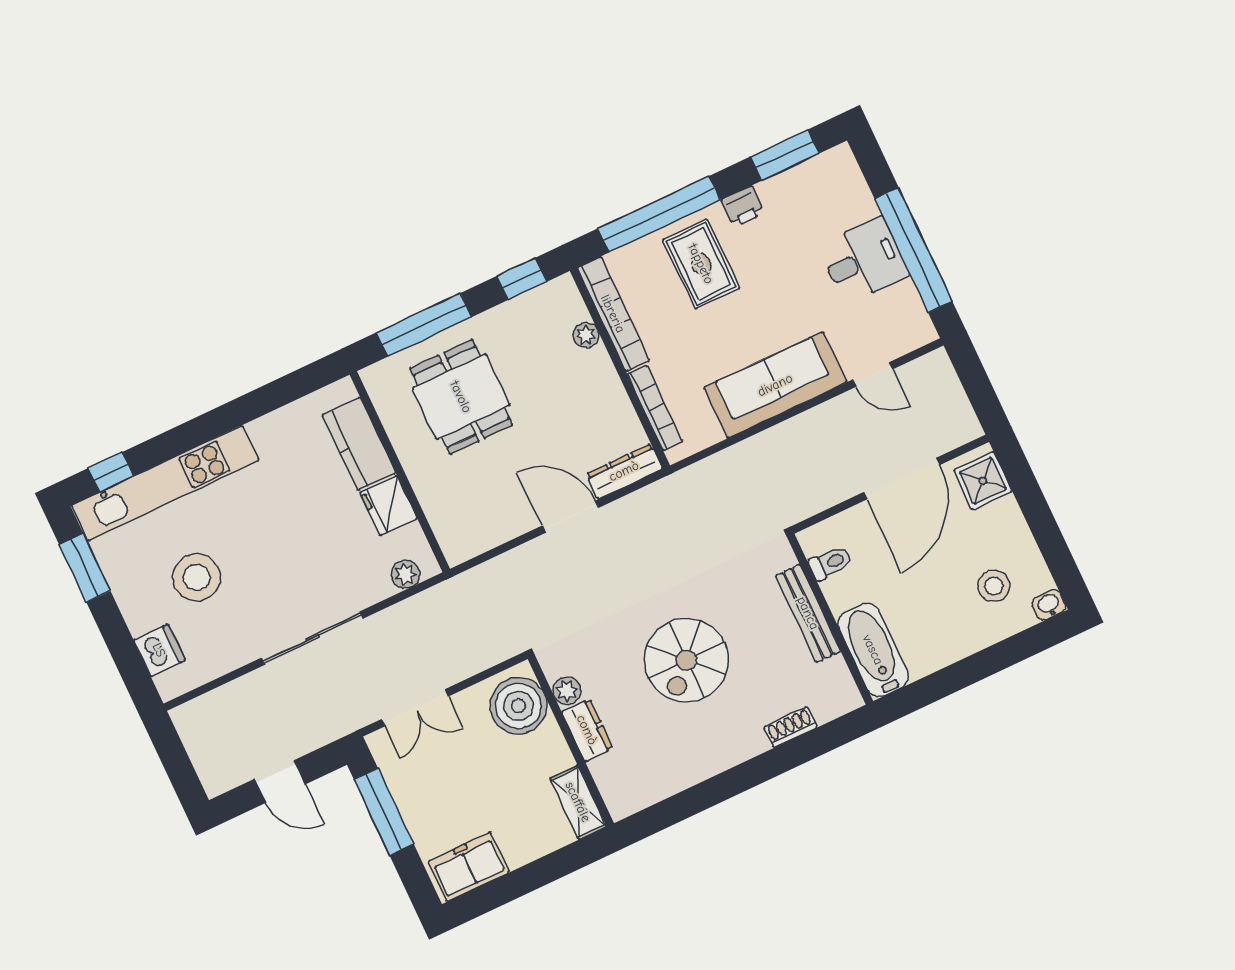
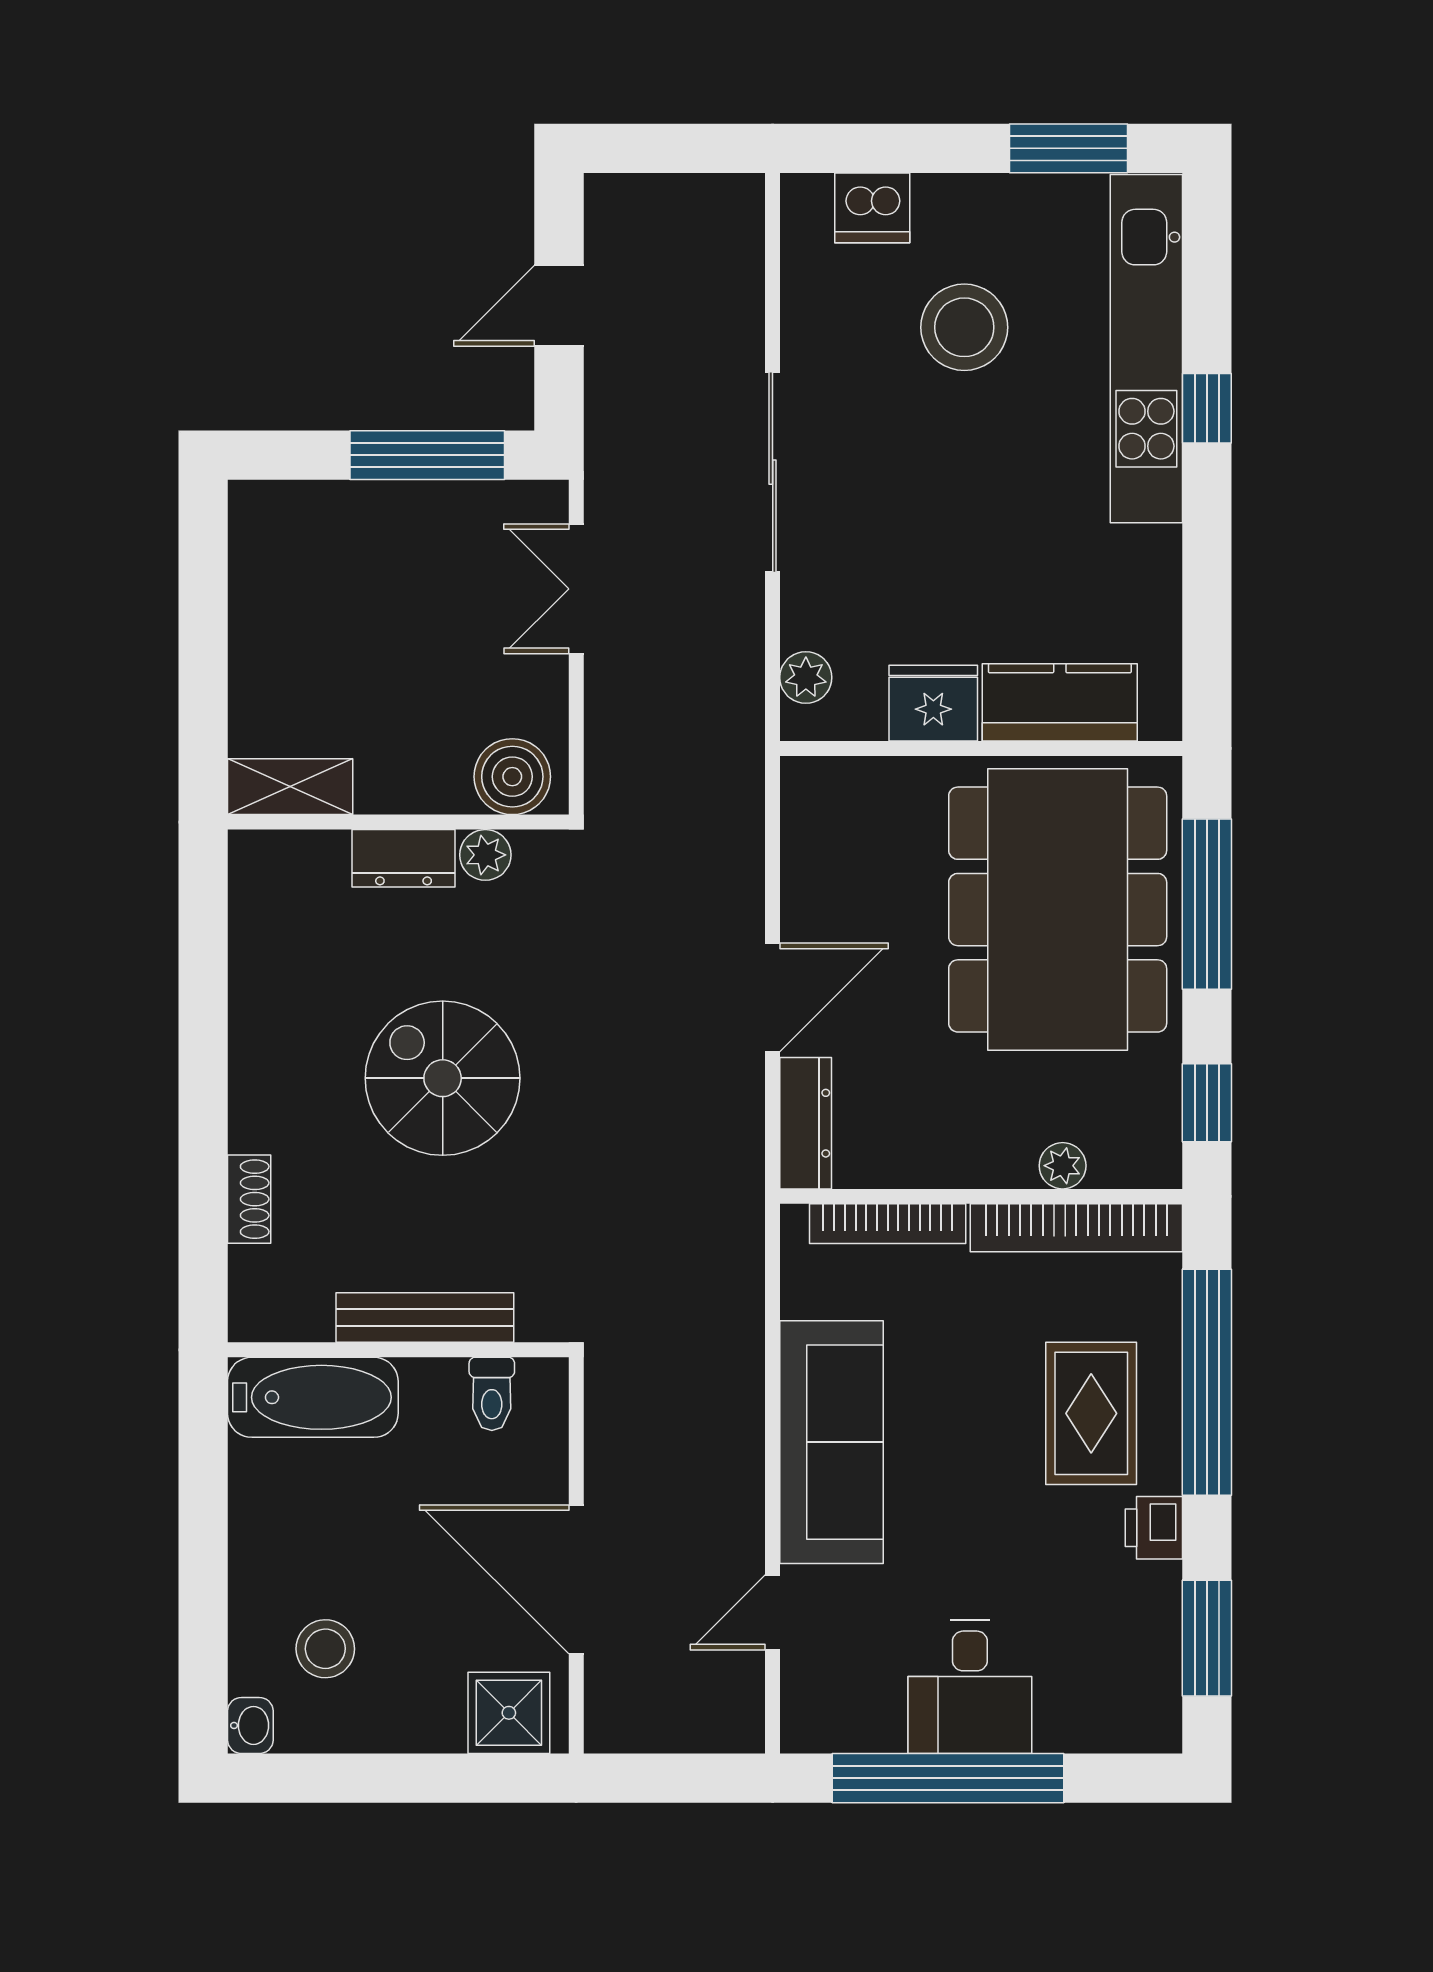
rug: (701, 264) -> (1091, 1413), turned 90
dining table: (461, 397) -> (1058, 910), width x1.88, depth x1.24
window: (111, 472) -> (1207, 408), moved
boiler: (518, 706) -> (512, 777), width x0.73, depth x0.73
freezer: (469, 867) -> (269, 553), removed

